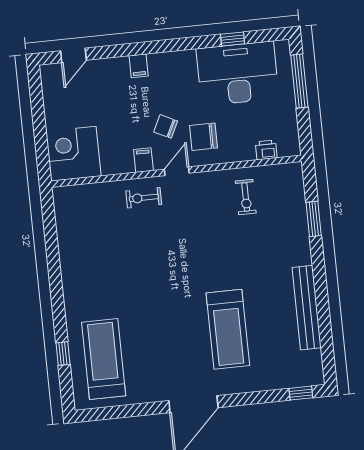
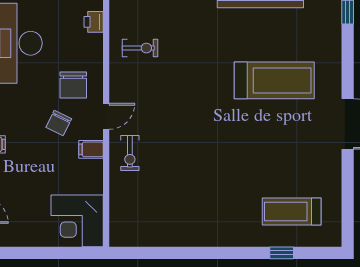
door: (177, 171) -> (106, 116), swing flipped
treadmill: (104, 359) -> (292, 212), width x0.73, depth x0.73

